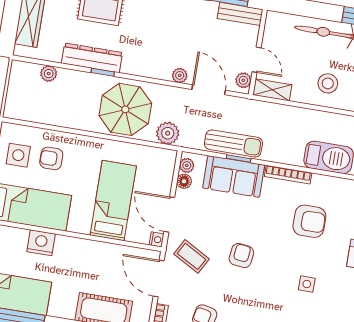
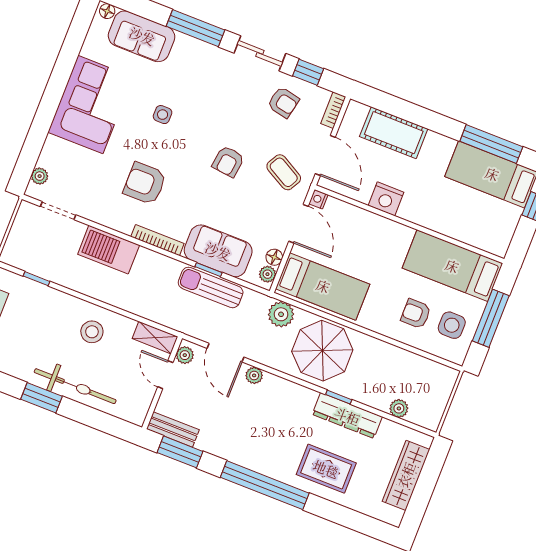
armchair: (51, 158) -> (416, 314), turned 180
bed: (113, 201) -> (323, 286), moved, turned -90
nightstand: (41, 243) -> (386, 199), moved

